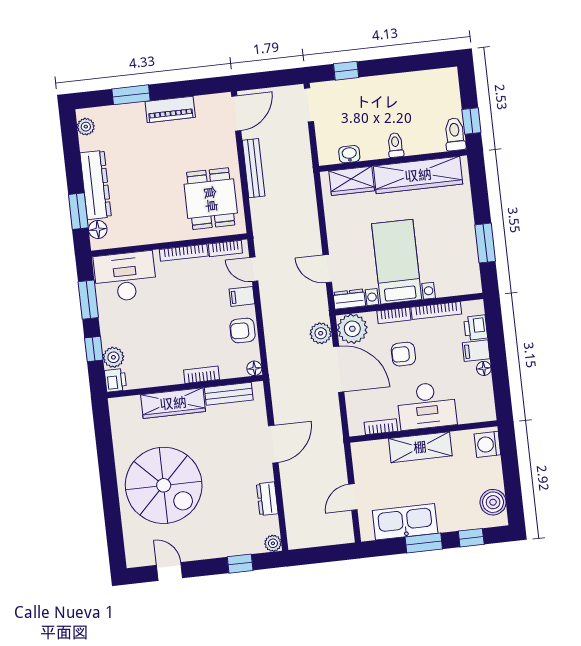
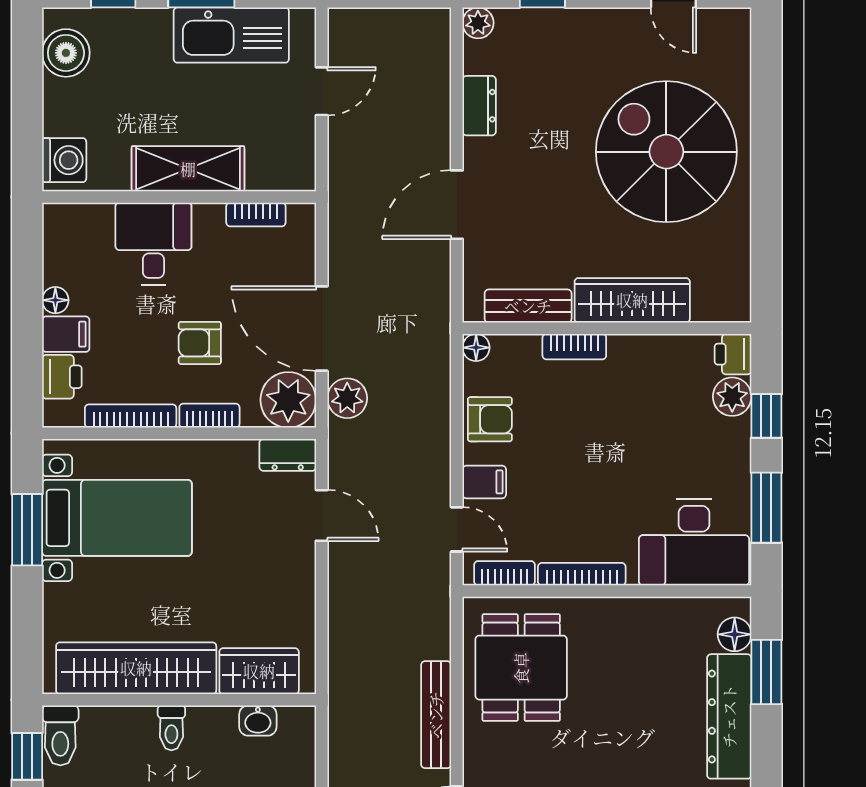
bed with nightstands: (397, 262) -> (117, 518), moved, turned -90
armchair: (403, 354) -> (200, 343), turned 180
desk: (427, 406) -> (153, 244), width x0.73

